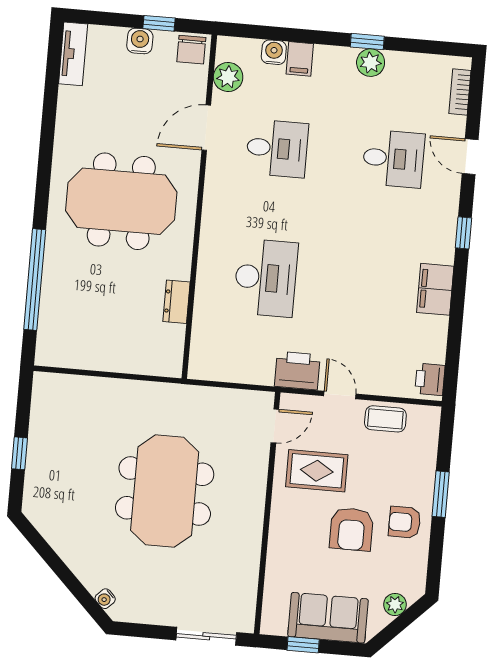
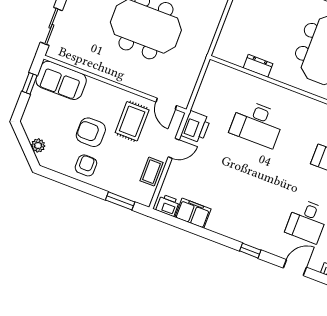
filing cabinet: (435, 289) -> (193, 213), moved
window: (441, 494) -> (120, 201), moved
sofa: (328, 618) -> (61, 80), moved, turned 90

